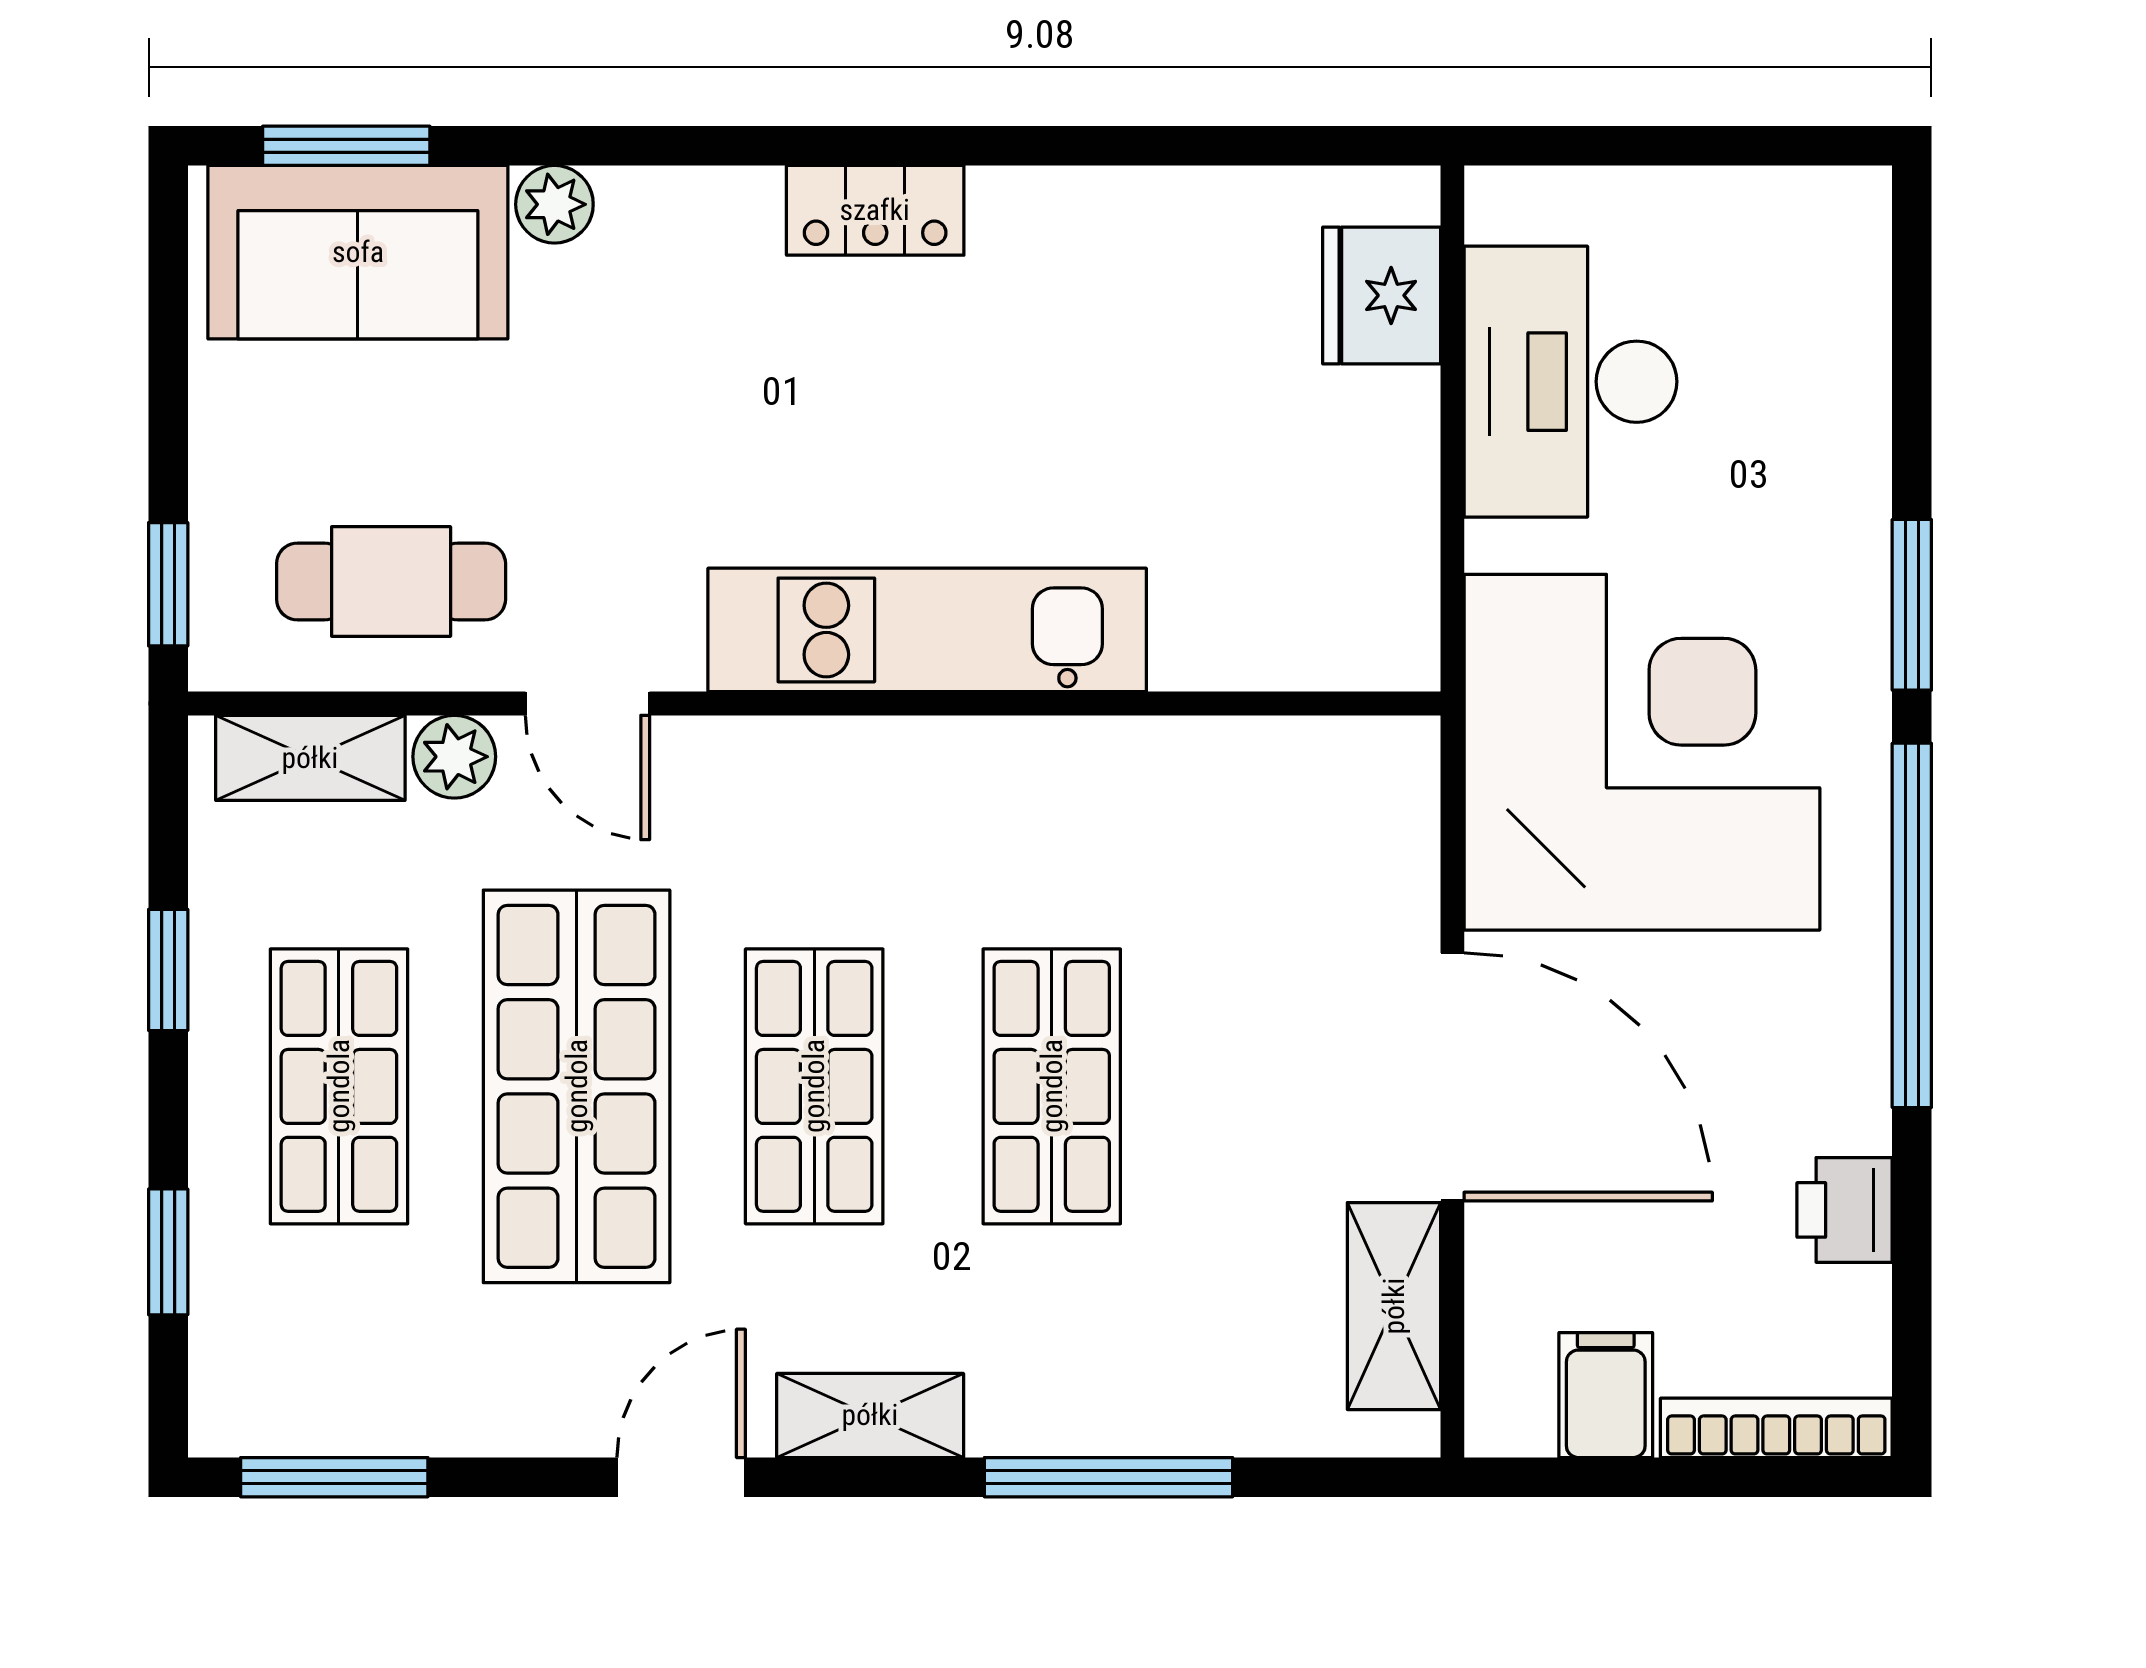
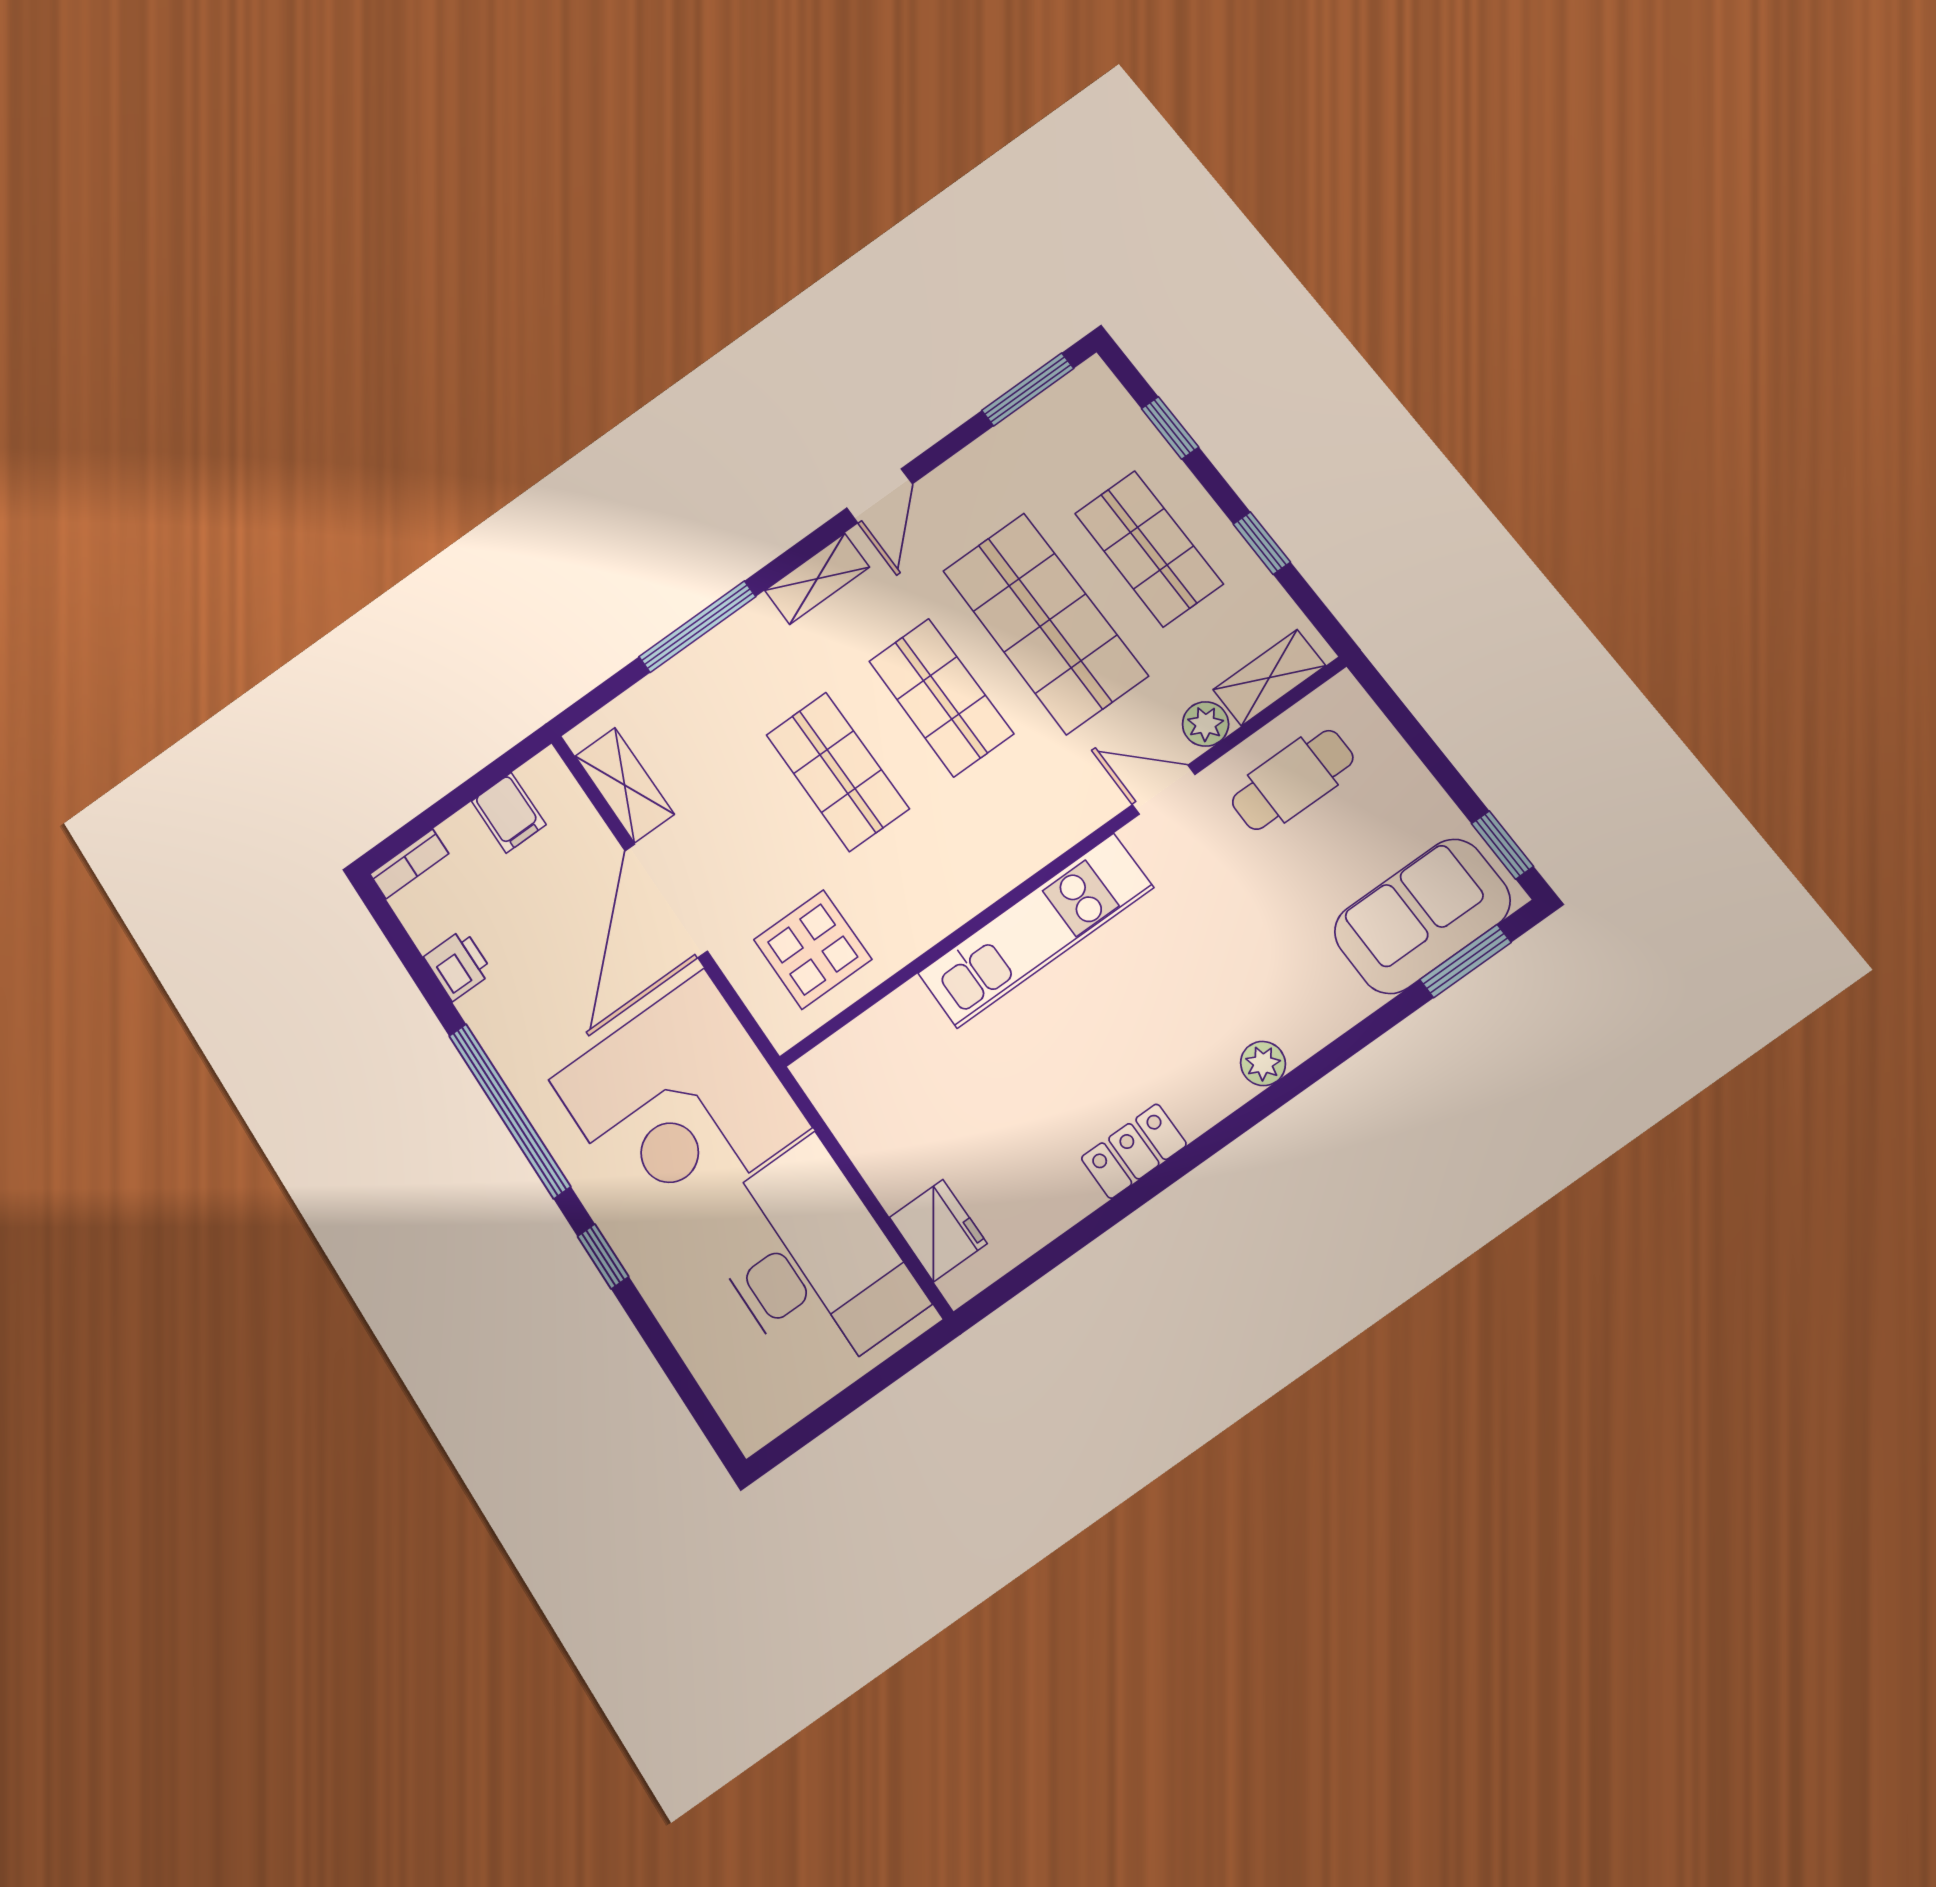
plant: (554, 204) -> (1263, 1064), moved
locker: (875, 210) -> (1134, 1151), moved
desk: (1571, 382) -> (810, 1261), width x1.36, depth x1.30
window: (168, 584) -> (1502, 845), moved
window: (1912, 605) -> (603, 1256), width x0.67
display table: (1279, 840) -> (813, 949), added
door: (1452, 1077) -> (666, 901), hinge flipped
bookcase: (1776, 1428) -> (409, 864), width x0.64

